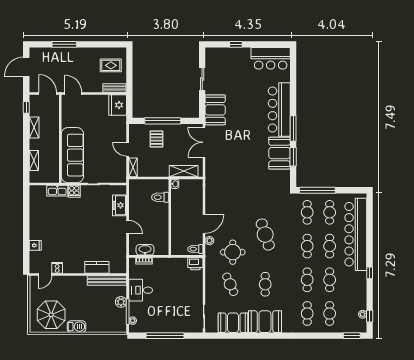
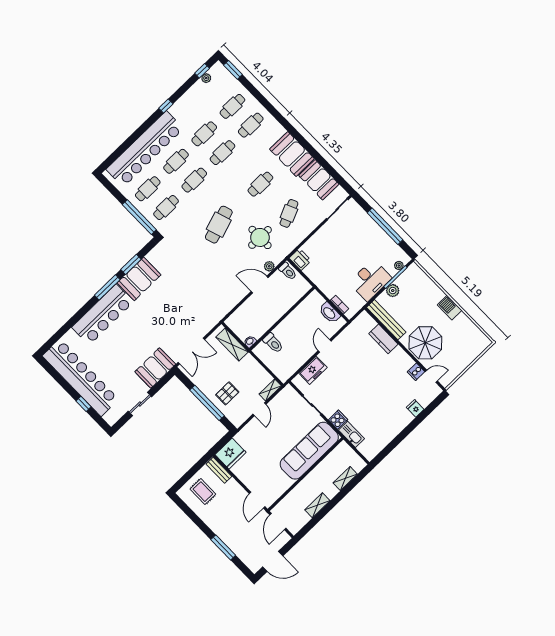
bar counter: (271, 58) -> (81, 378), width x1.86
window: (26, 107) -> (307, 528), removed
desk: (141, 290) -> (370, 280), width x1.37
parasol: (51, 315) -> (425, 343), moved

